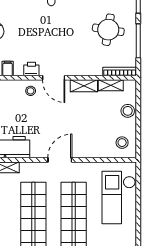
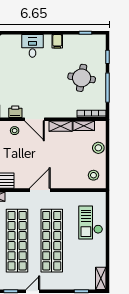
checkout: (119, 198) -> (91, 223), width x0.73, depth x0.83

